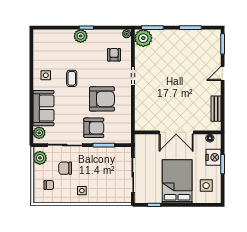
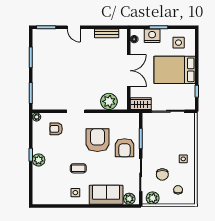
plant: (143, 38) -> (109, 101), moved
armchair: (94, 128) -> (125, 148), turned 180
wardrobe: (141, 145) -> (141, 104), added

